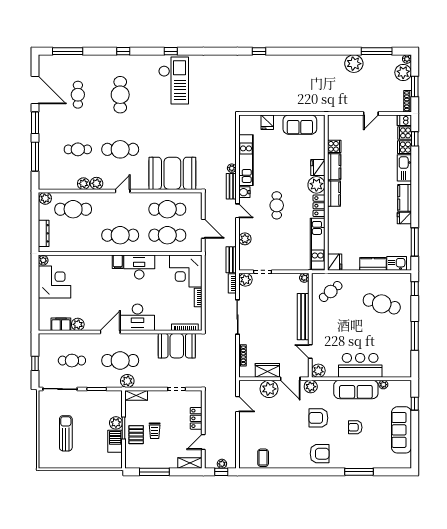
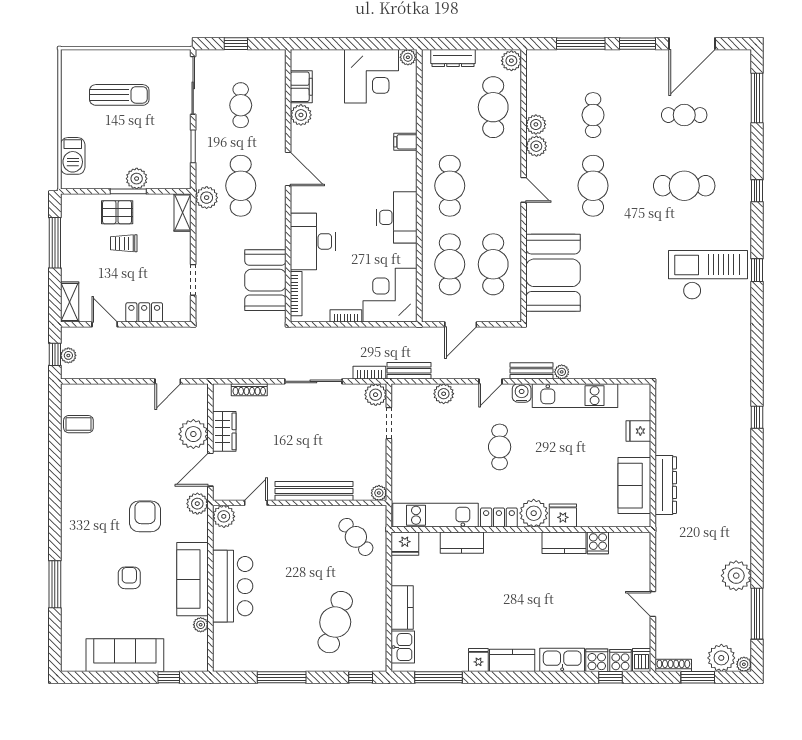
checkout: (174, 81) -> (708, 275), turned 180
dresser: (300, 106) -> (666, 485), added
kitchen counter: (334, 194) -> (462, 543), moved
cafe table: (277, 205) -> (500, 447), turned 90
filing cabinet: (118, 262) -> (405, 142), moved
desk: (137, 317) -> (313, 241), moved
barbecue: (115, 441) -> (73, 156), moved, turned 90
armchair: (320, 454) -> (85, 518), removed

